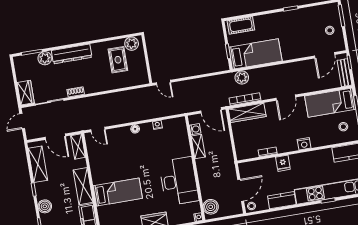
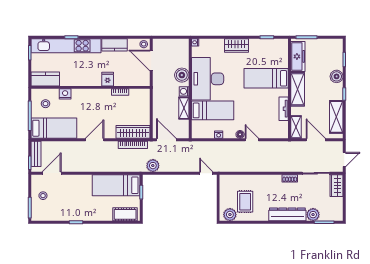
plant: (242, 77) -> (153, 166), moved
door: (98, 129) -> (252, 140), moved
washing machine: (195, 129) -> (184, 91), moved
nightstand: (304, 144) -> (65, 94), moved
bed: (168, 149) -> (213, 110), added
tv unit: (94, 163) -> (284, 109), added
door: (241, 190) -> (151, 61), hinge flipped
boiler: (211, 207) -> (182, 75), moved

